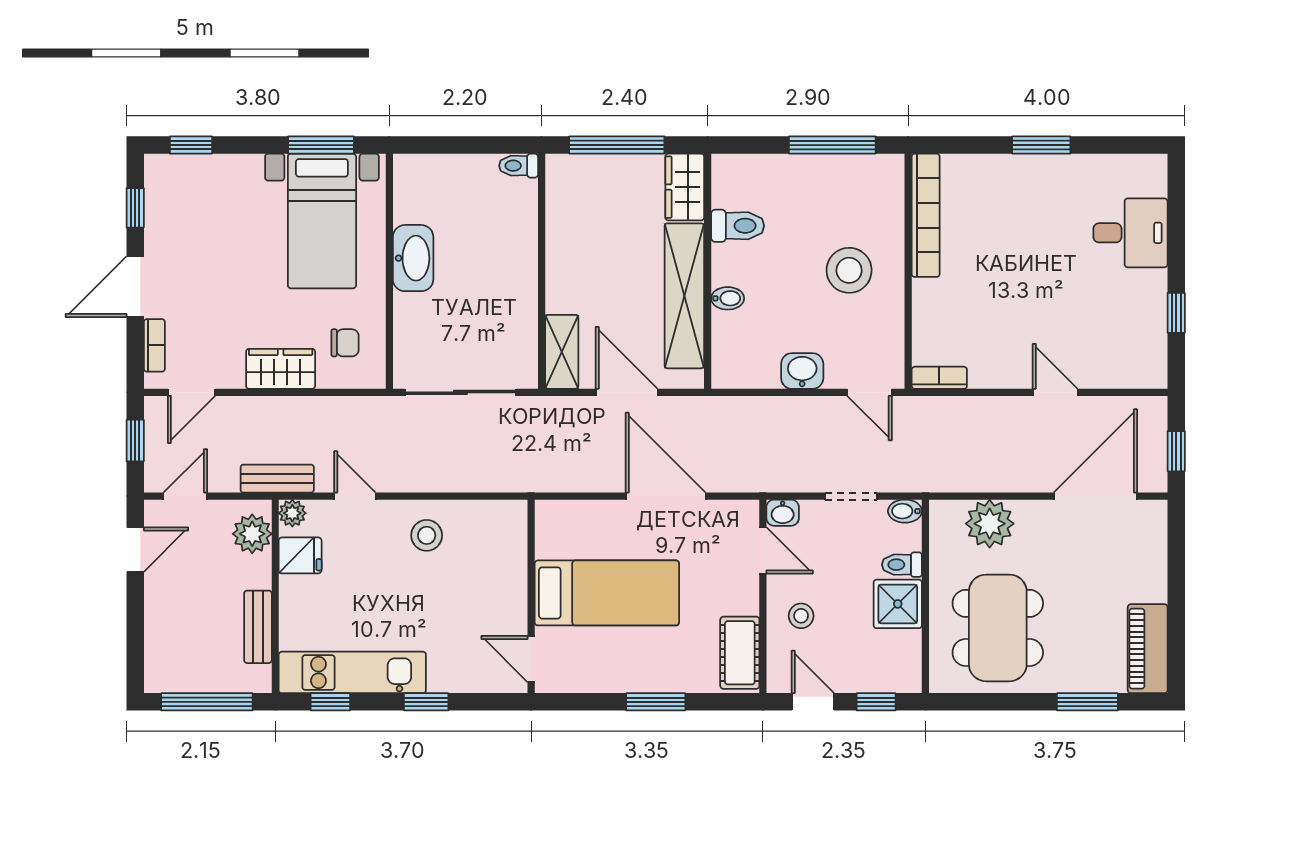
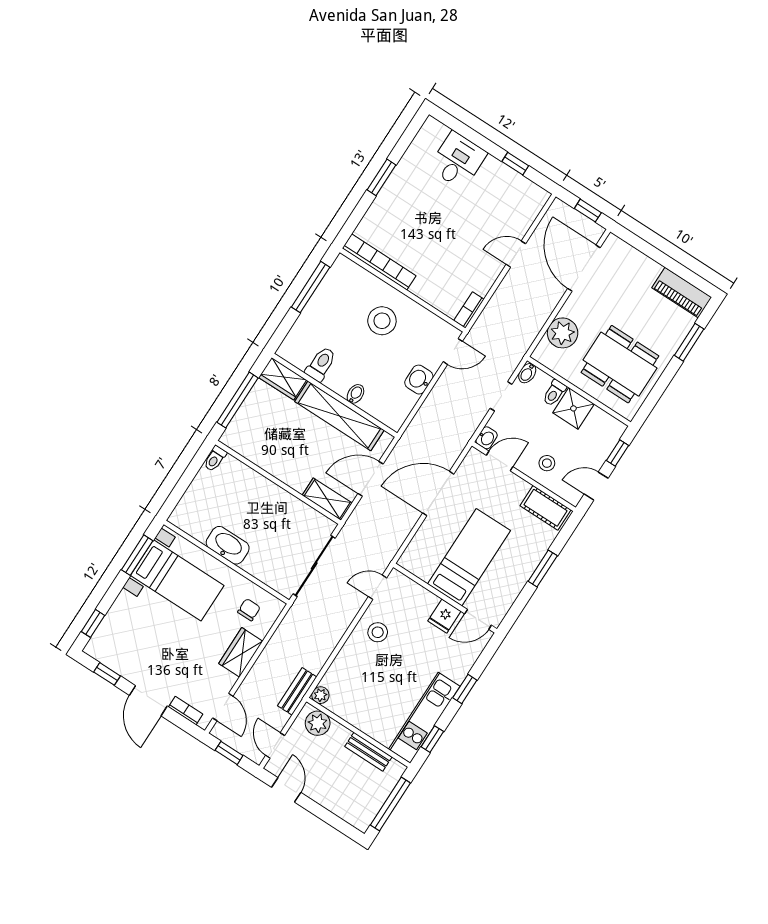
door: (355, 496) -> (378, 587), moved
fridge: (300, 555) -> (444, 616), moved, turned 180

